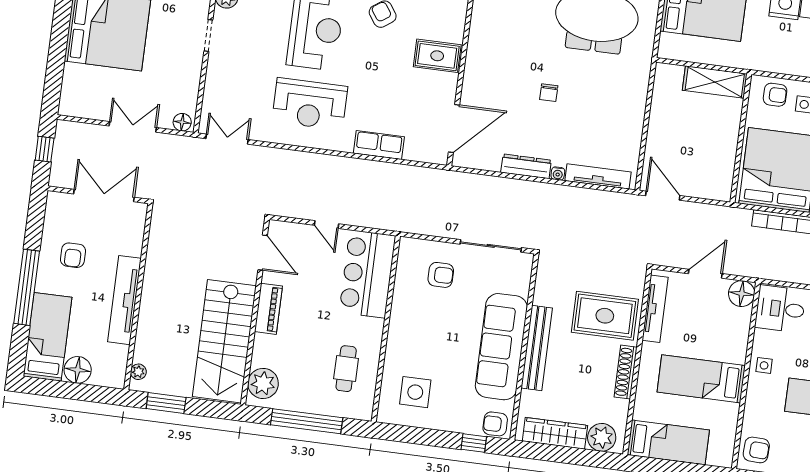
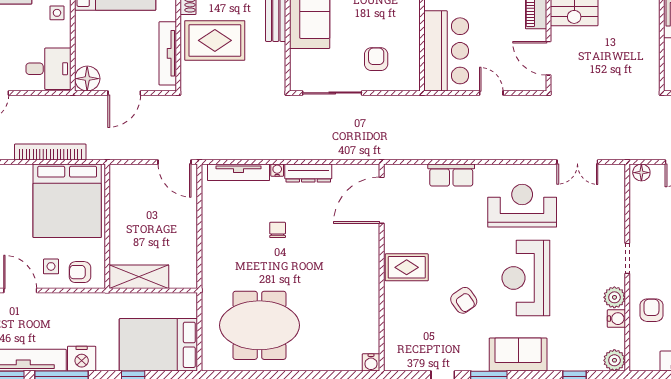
chair: (549, 93) -> (278, 230), moved
double door: (227, 139) -> (577, 162), moved
armchair: (441, 275) -> (376, 59), turned 90

